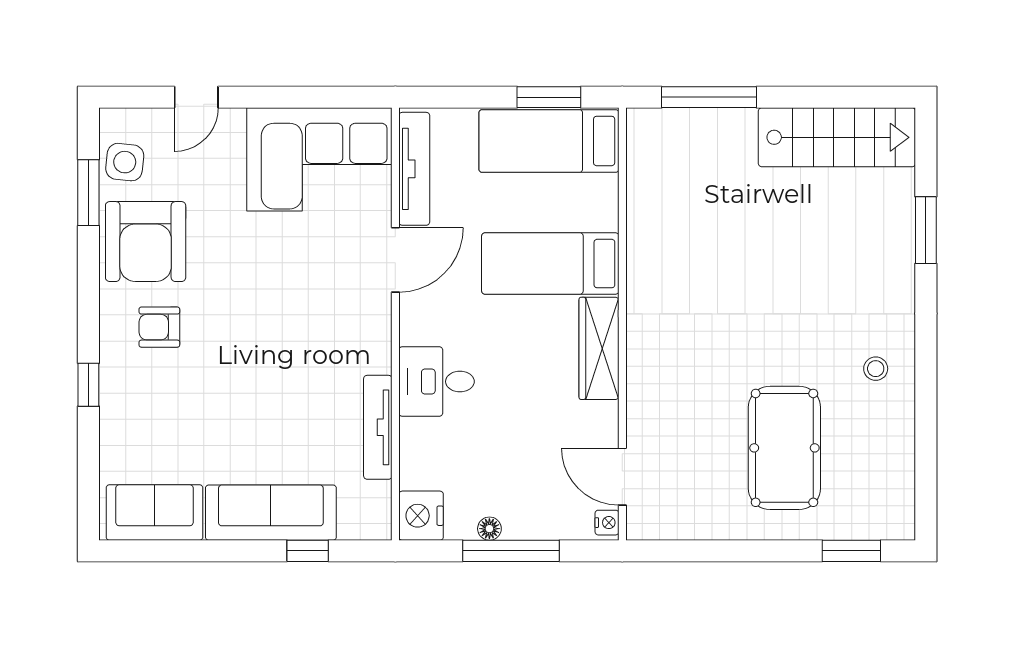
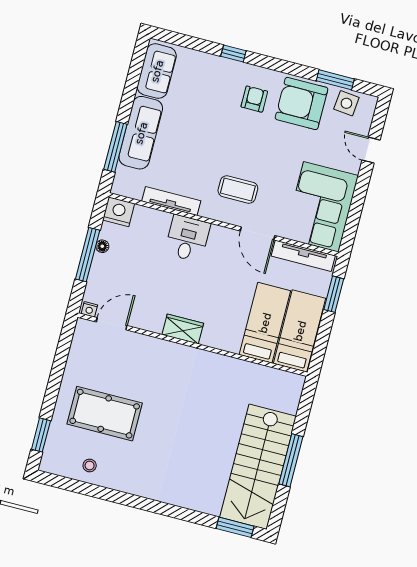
window: (549, 97) -> (334, 294), moved
window: (709, 97) -> (291, 460), moved
stairs: (837, 137) -> (258, 467), width x1.36, depth x1.51
window: (926, 230) -> (235, 527), moved
bed: (550, 264) -> (265, 323), moved
coffee table: (327, 315) -> (238, 189), added
wardrobe: (599, 348) -> (183, 329), width x0.67
stool: (876, 369) -> (90, 465), moved
window: (308, 551) -> (115, 147), width x2.17

